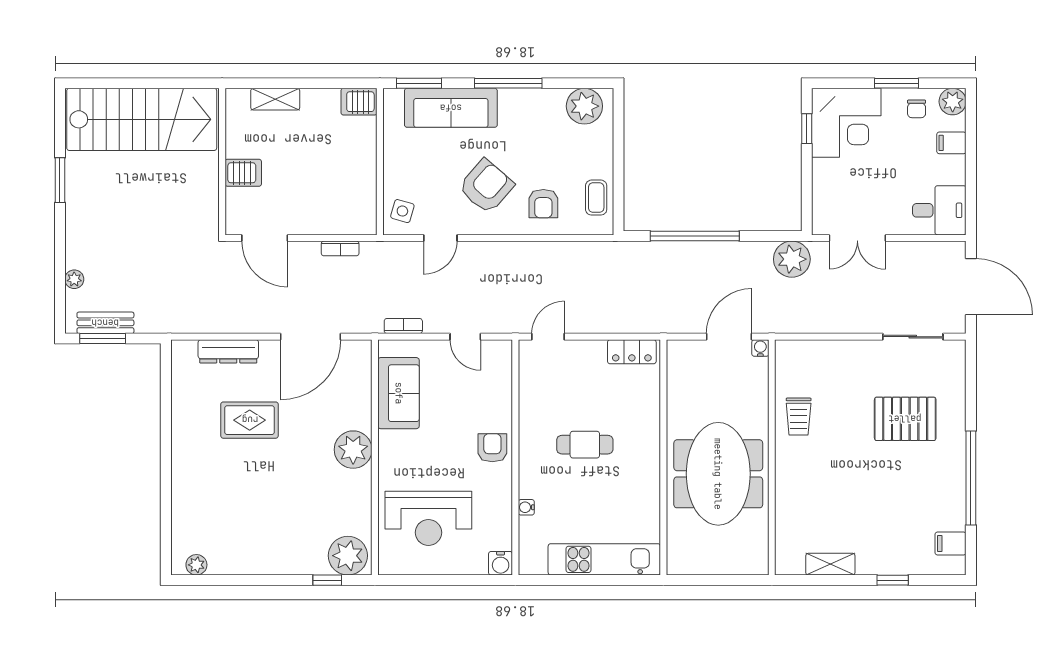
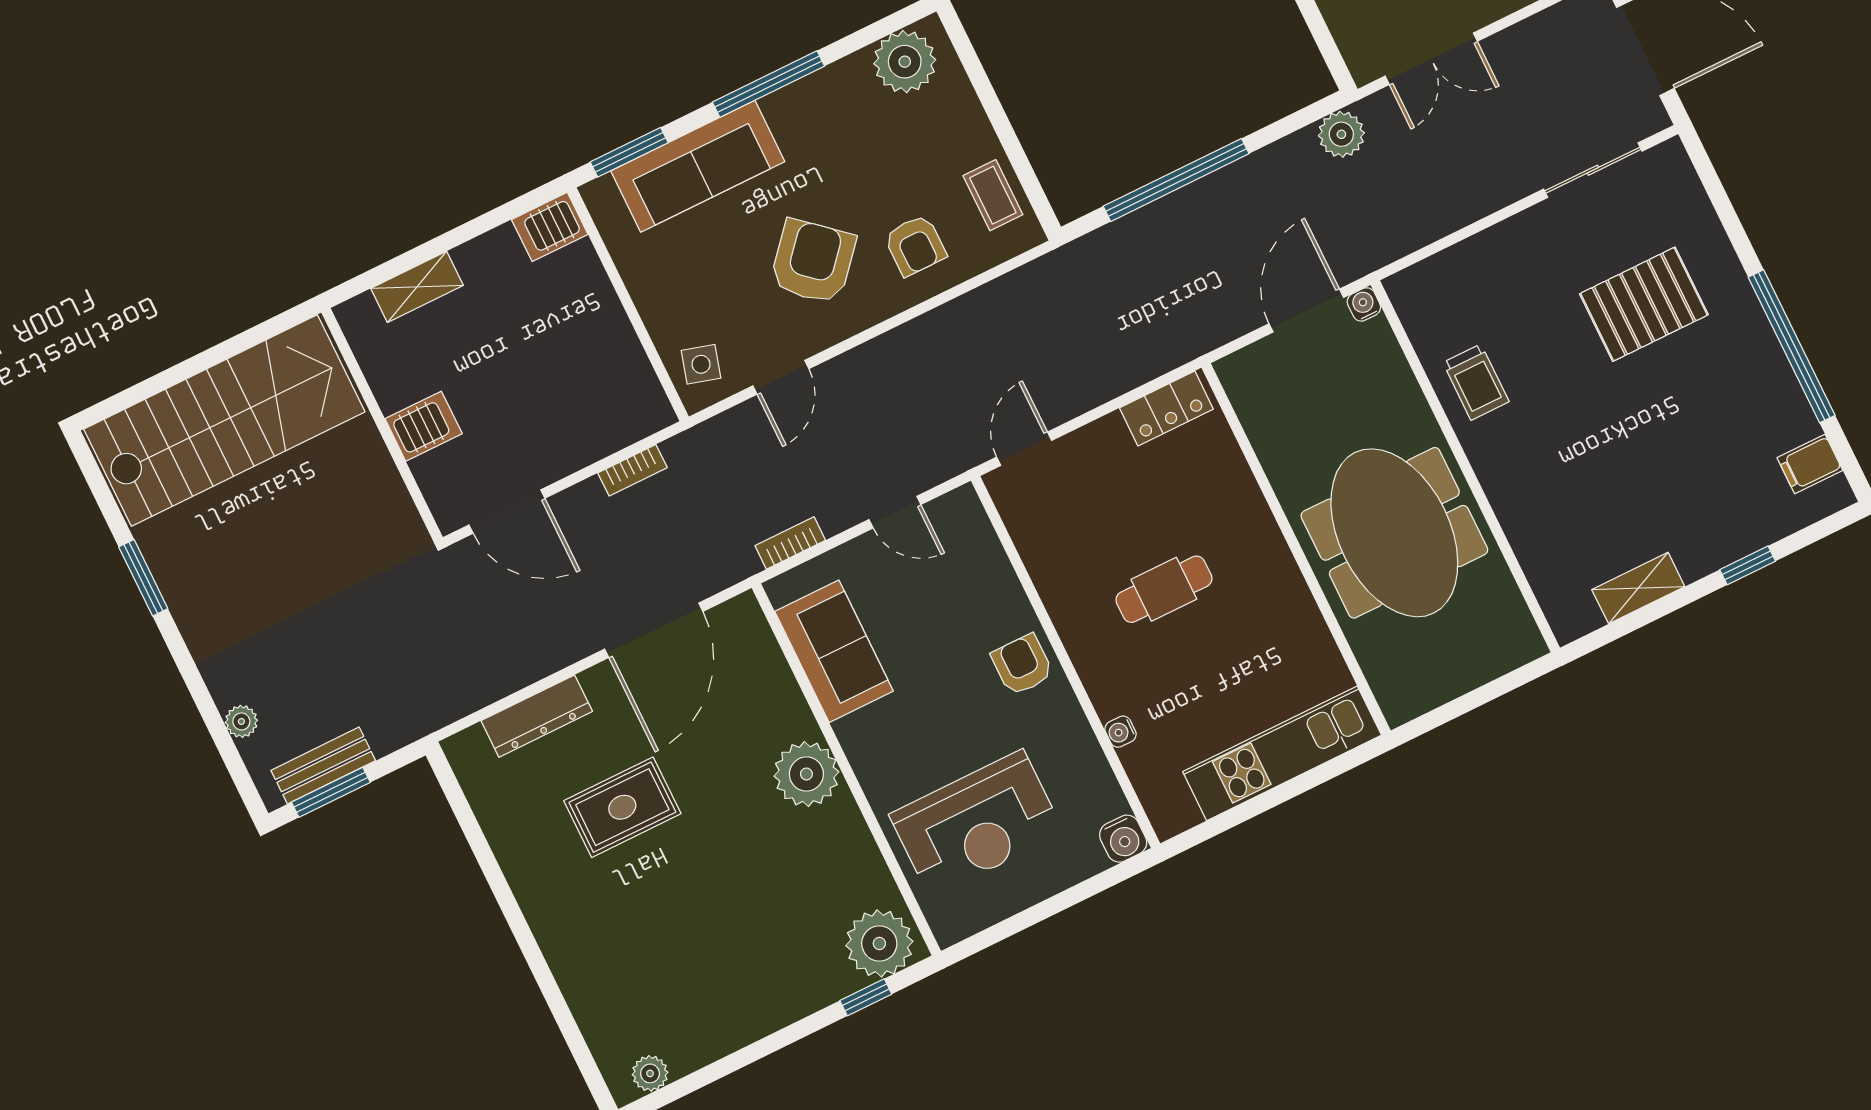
plant: (792, 259) -> (1341, 134), width x0.73, depth x0.73

